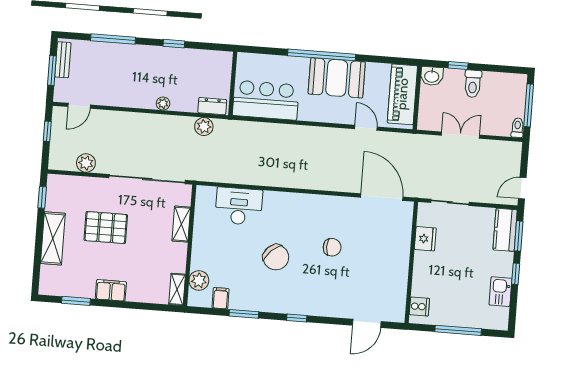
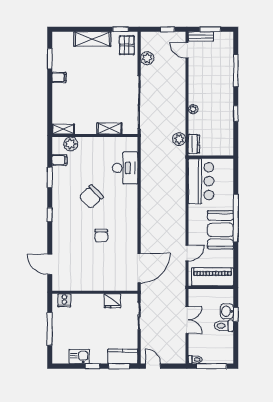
bench: (63, 60) -> (201, 37), moved
washbasin: (432, 76) -> (227, 311), moved
pallet: (106, 228) -> (127, 45), moved, width x0.67, depth x0.71
filing cabinet: (111, 290) -> (59, 77), width x0.50

